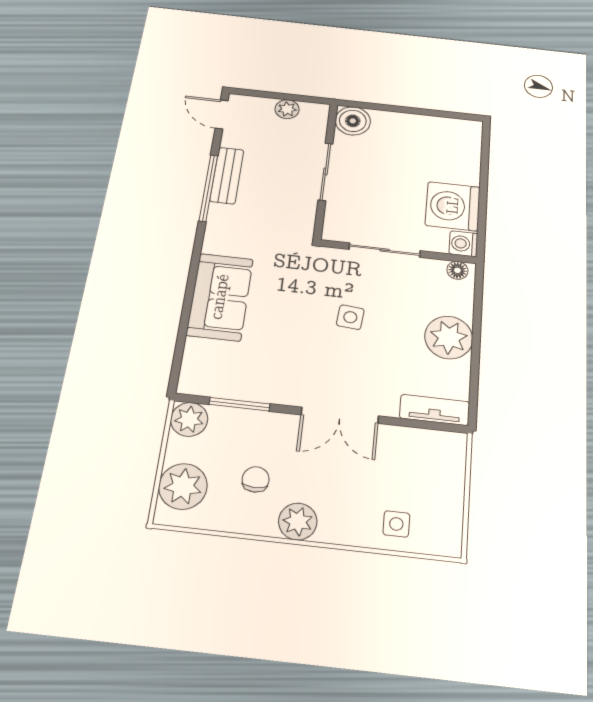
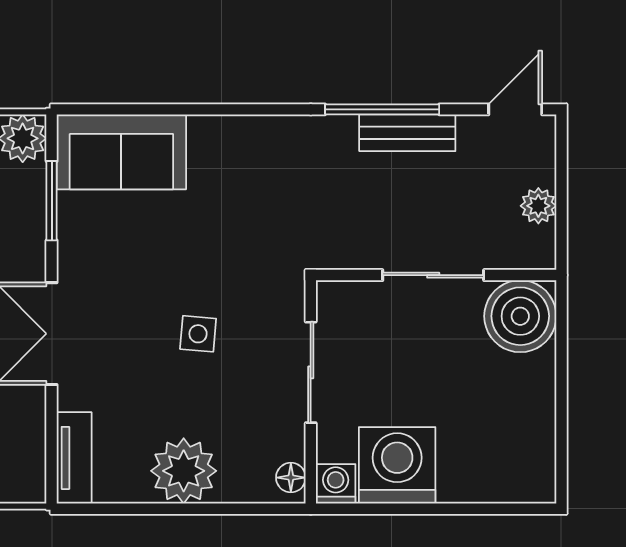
boiler: (353, 121) -> (520, 316), width x1.37, depth x1.37
sofa: (220, 297) -> (121, 152), moved

